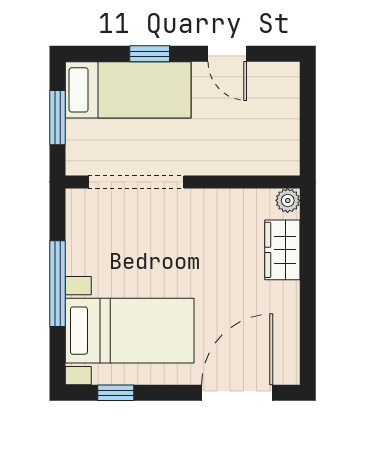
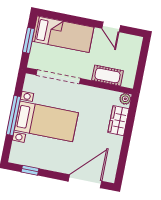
window: (150, 54) -> (76, 20), removed
cot: (240, 159) -> (108, 75), added
bed with nightstands: (130, 331) -> (46, 121), moved

